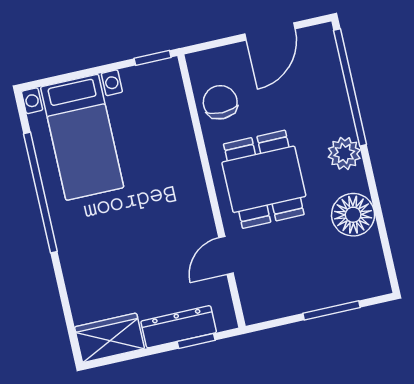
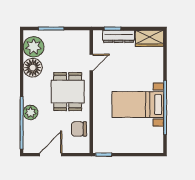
chair: (220, 102) -> (79, 129), turned 90
bed with nightstands: (82, 137) -> (138, 105), moved, turned -90
plant: (344, 153) -> (31, 112), moved
plant: (362, 261) -> (34, 47), added

